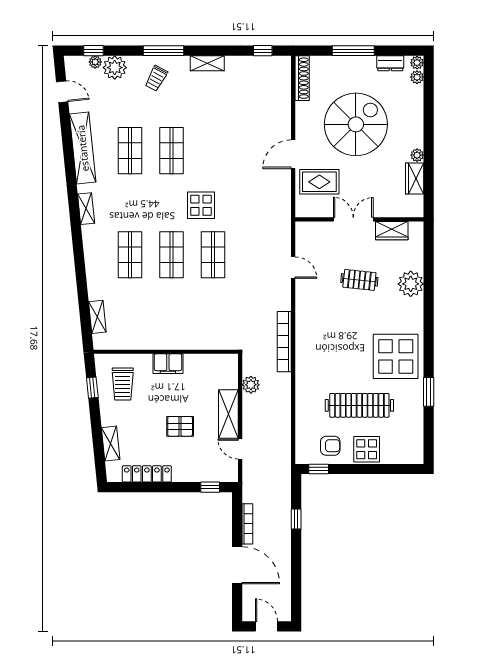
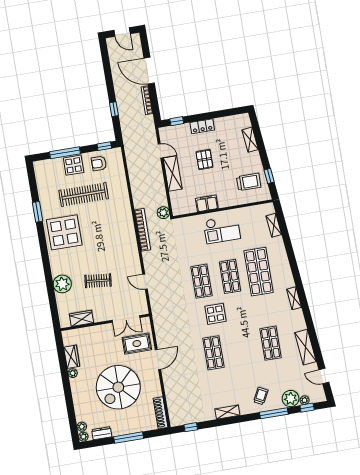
window: (163, 51) -> (274, 413), moved
shelving: (83, 148) -> (305, 347), width x0.68
shop shelf: (172, 151) -> (213, 353), moved
double door: (353, 219) -> (126, 319), moved
shop shelf: (130, 255) -> (259, 272), width x1.43, depth x1.36
checkout: (172, 323) -> (222, 230), added
filing cabinet: (168, 364) -> (207, 203), moved
trolley: (123, 384) -> (249, 182), turned 90
plant: (251, 385) -> (163, 213), moved
pallet: (180, 426) -> (204, 160), turned 90
window: (376, 469) -> (65, 153), added
locker: (147, 474) -> (202, 126), moved, width x0.66

